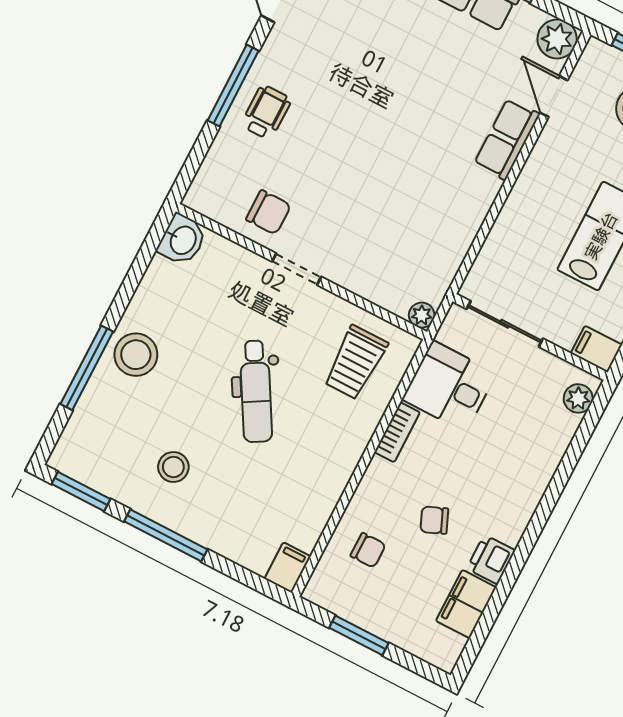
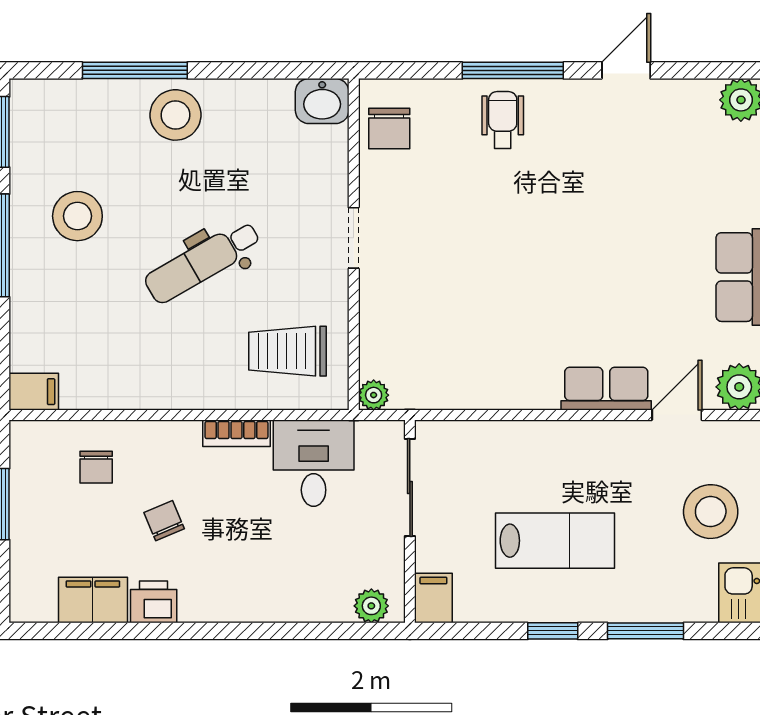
wheelchair: (266, 112) -> (503, 120), turned -90
chair: (268, 212) -> (389, 128), moved
stool: (173, 467) -> (77, 216), width x1.38, depth x1.38

